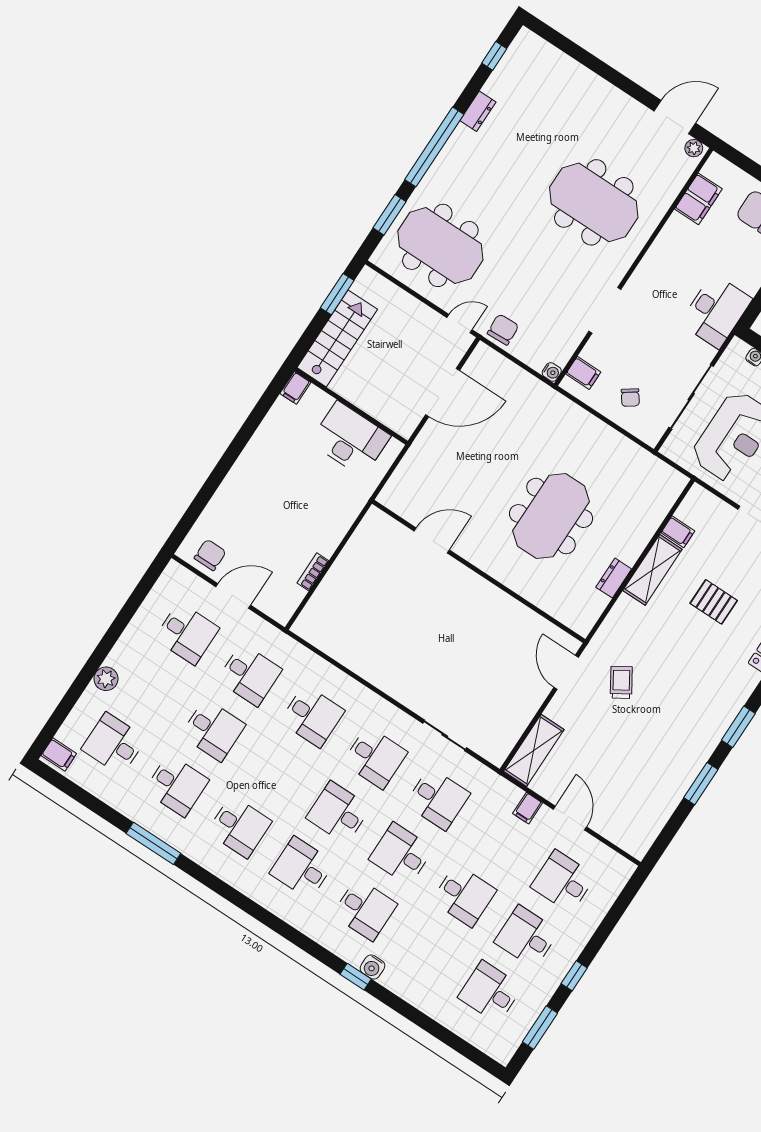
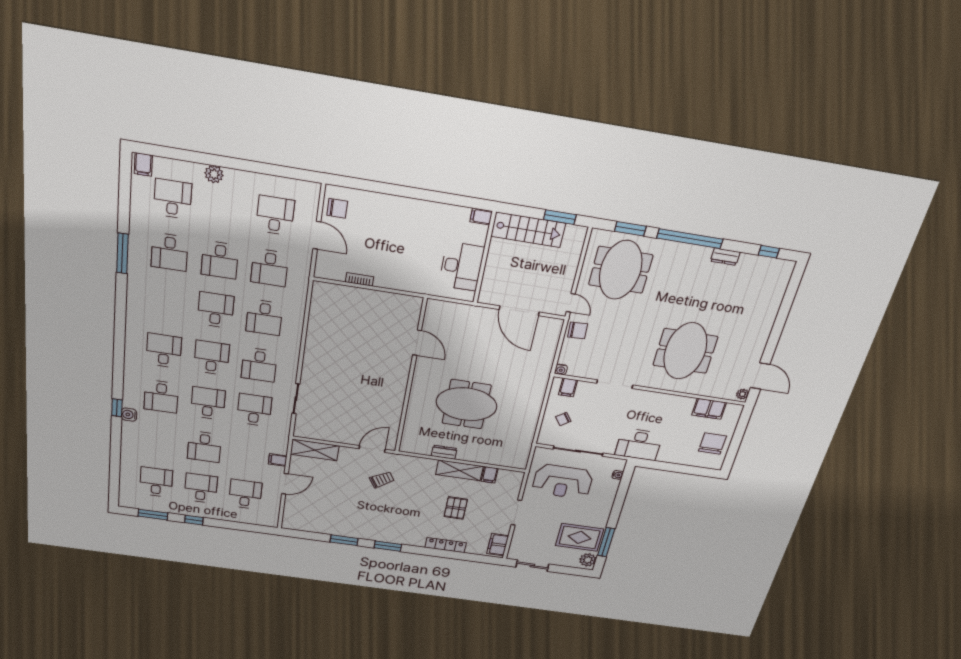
desk: (187, 633) -> (275, 215), turned 180
desk: (438, 799) -> (254, 410), turned 180
desk: (239, 827) -> (216, 310), moved, turned 180

